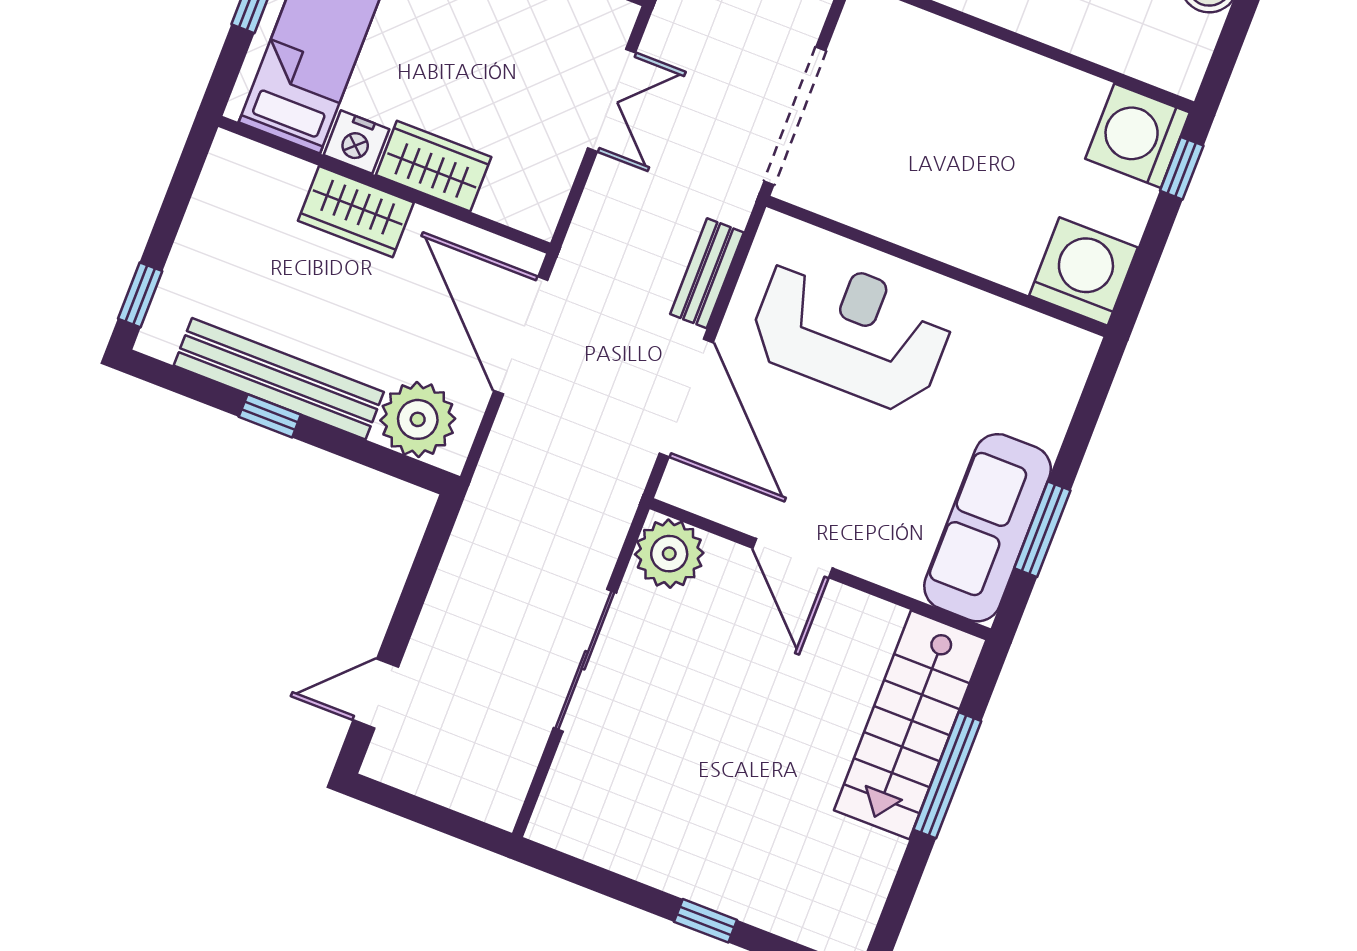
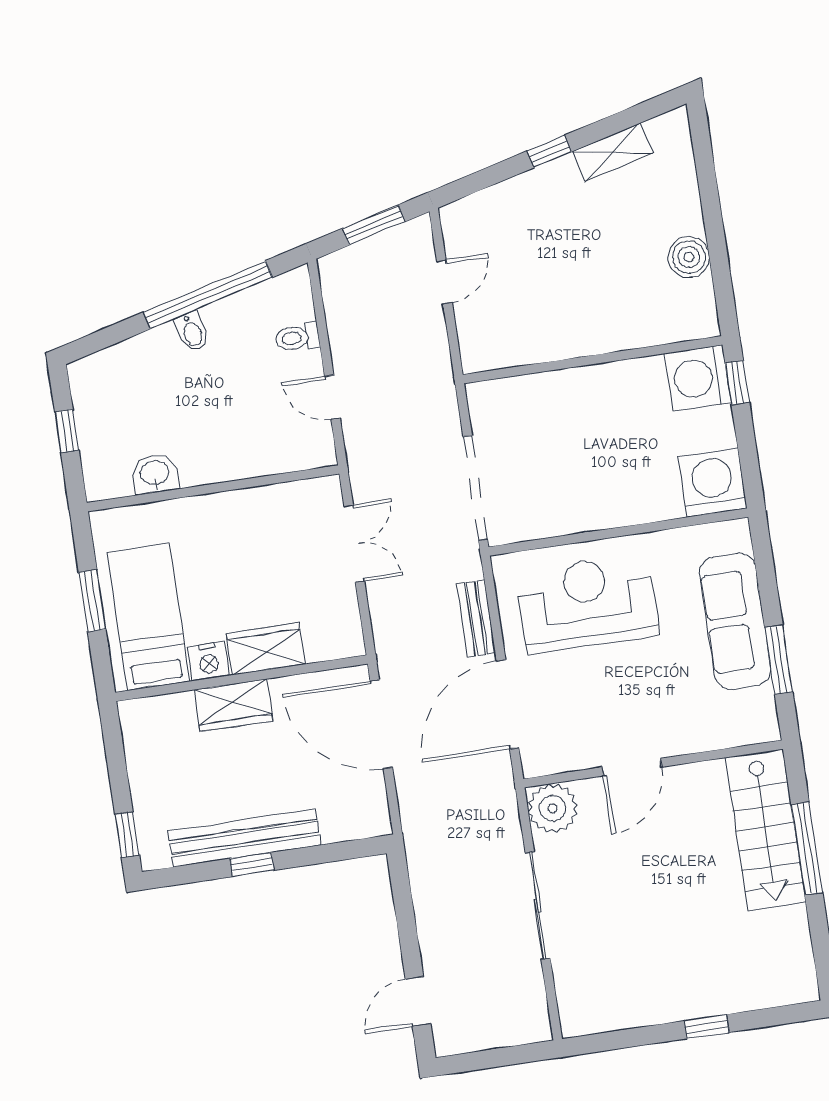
door: (686, 398) -> (508, 704), swing flipped
plant: (418, 419) -> (346, 814), removed
sofa: (988, 528) -> (735, 621), moved
door: (792, 558) -> (632, 767), hinge flipped

